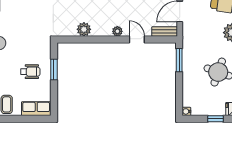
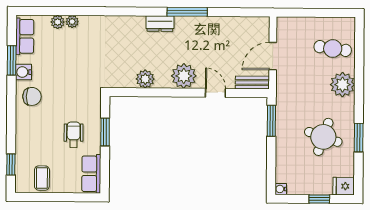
plant: (117, 31) -> (184, 76), width x1.88, depth x1.88
wheelchair: (30, 72) -> (74, 135), turned -90
row of seats: (36, 109) -> (91, 174), moved, turned -90

